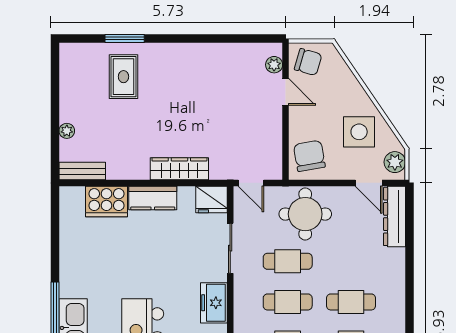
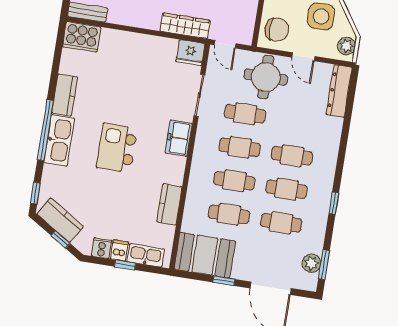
chair: (309, 156) -> (277, 30), turned 100
wardrobe: (179, 169) -> (185, 26), moved
door: (369, 183) -> (303, 57), moved
kitchen counter: (153, 198) -> (65, 95), moved, turned -90
cooker: (106, 201) -> (82, 37), moved

